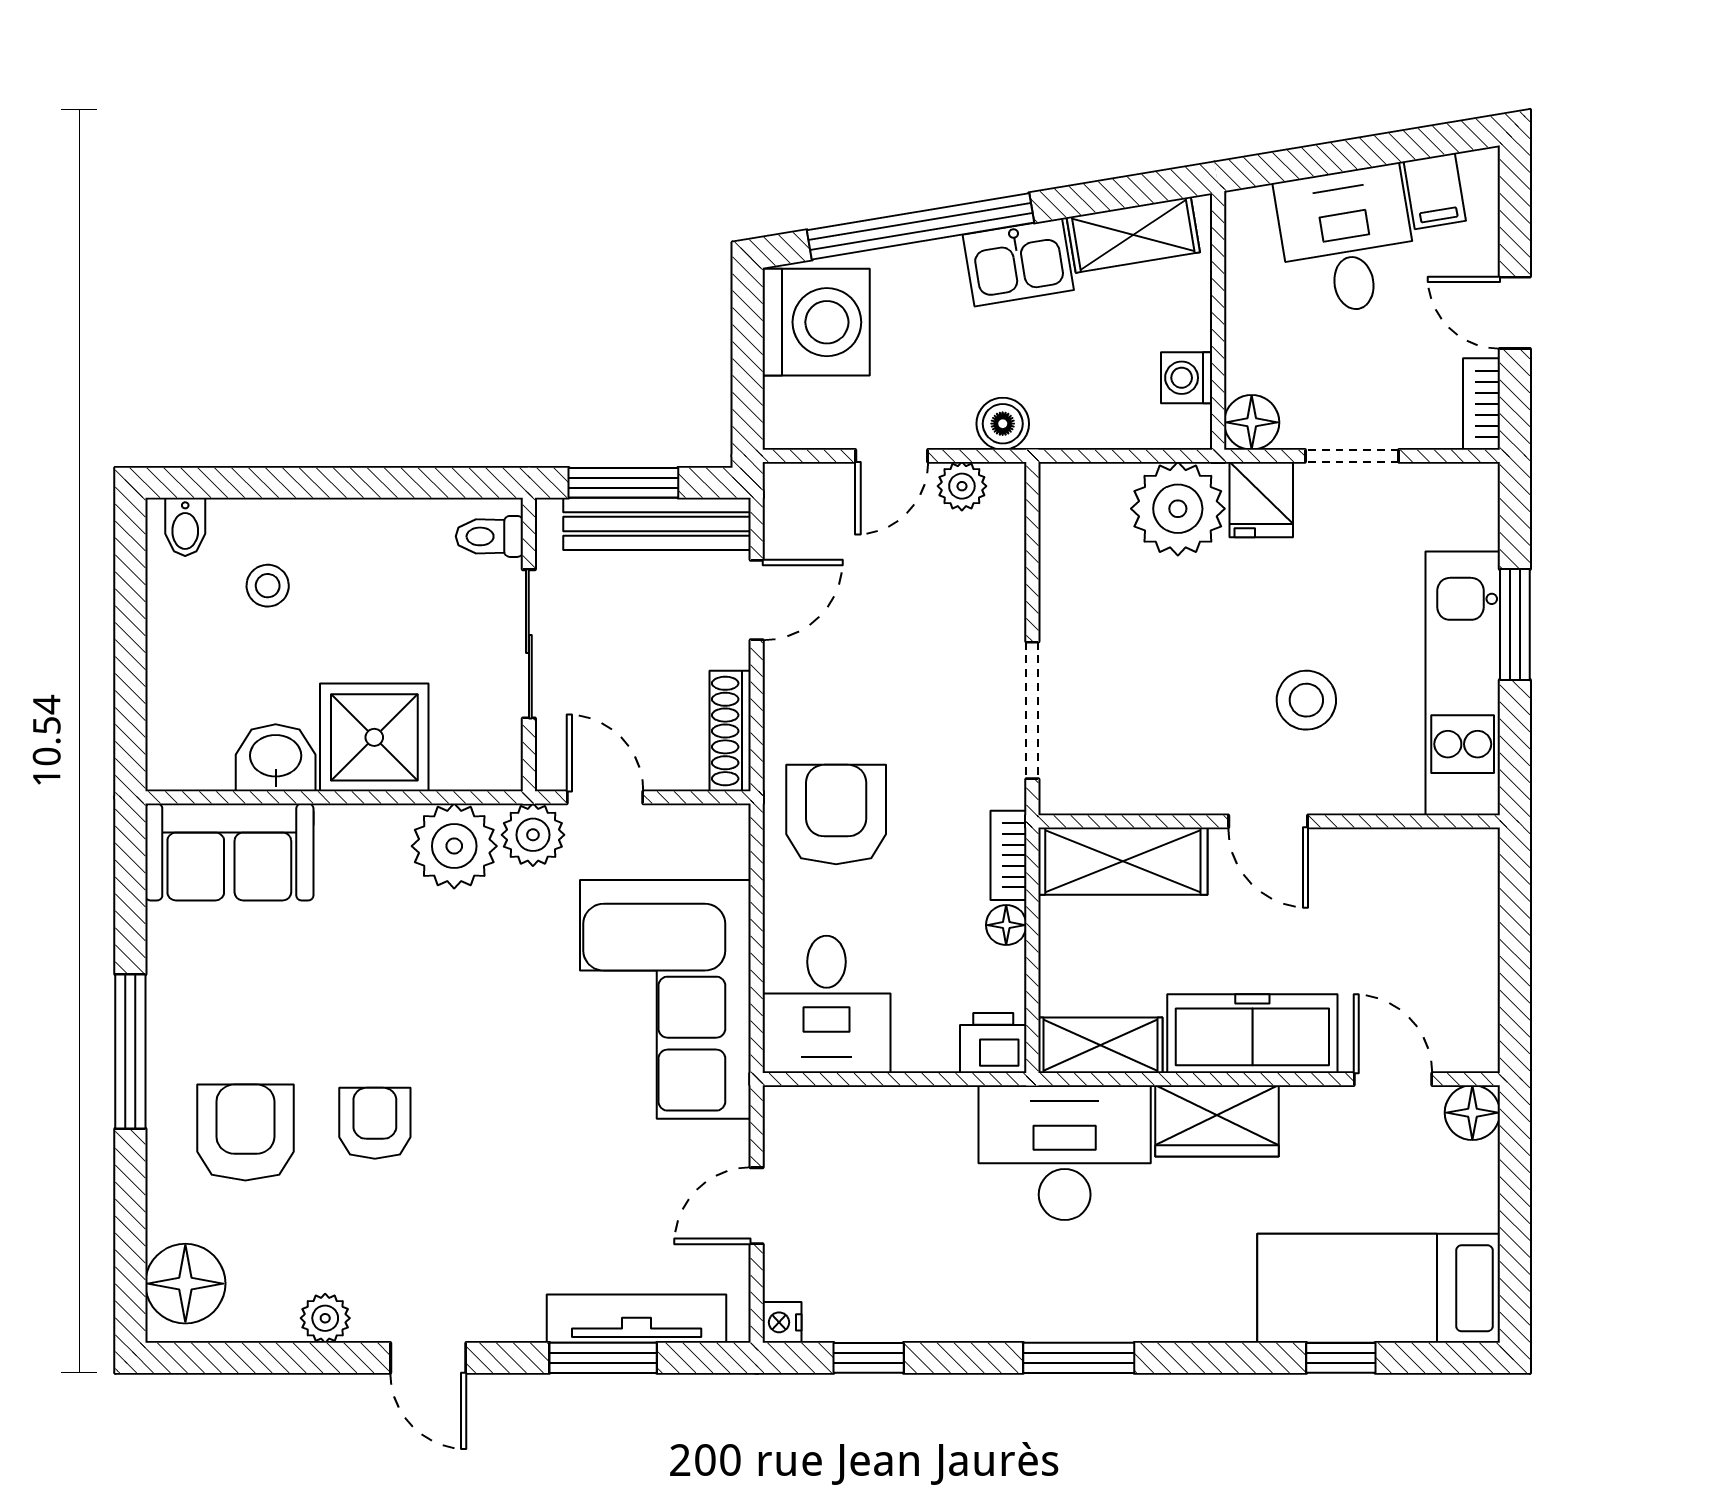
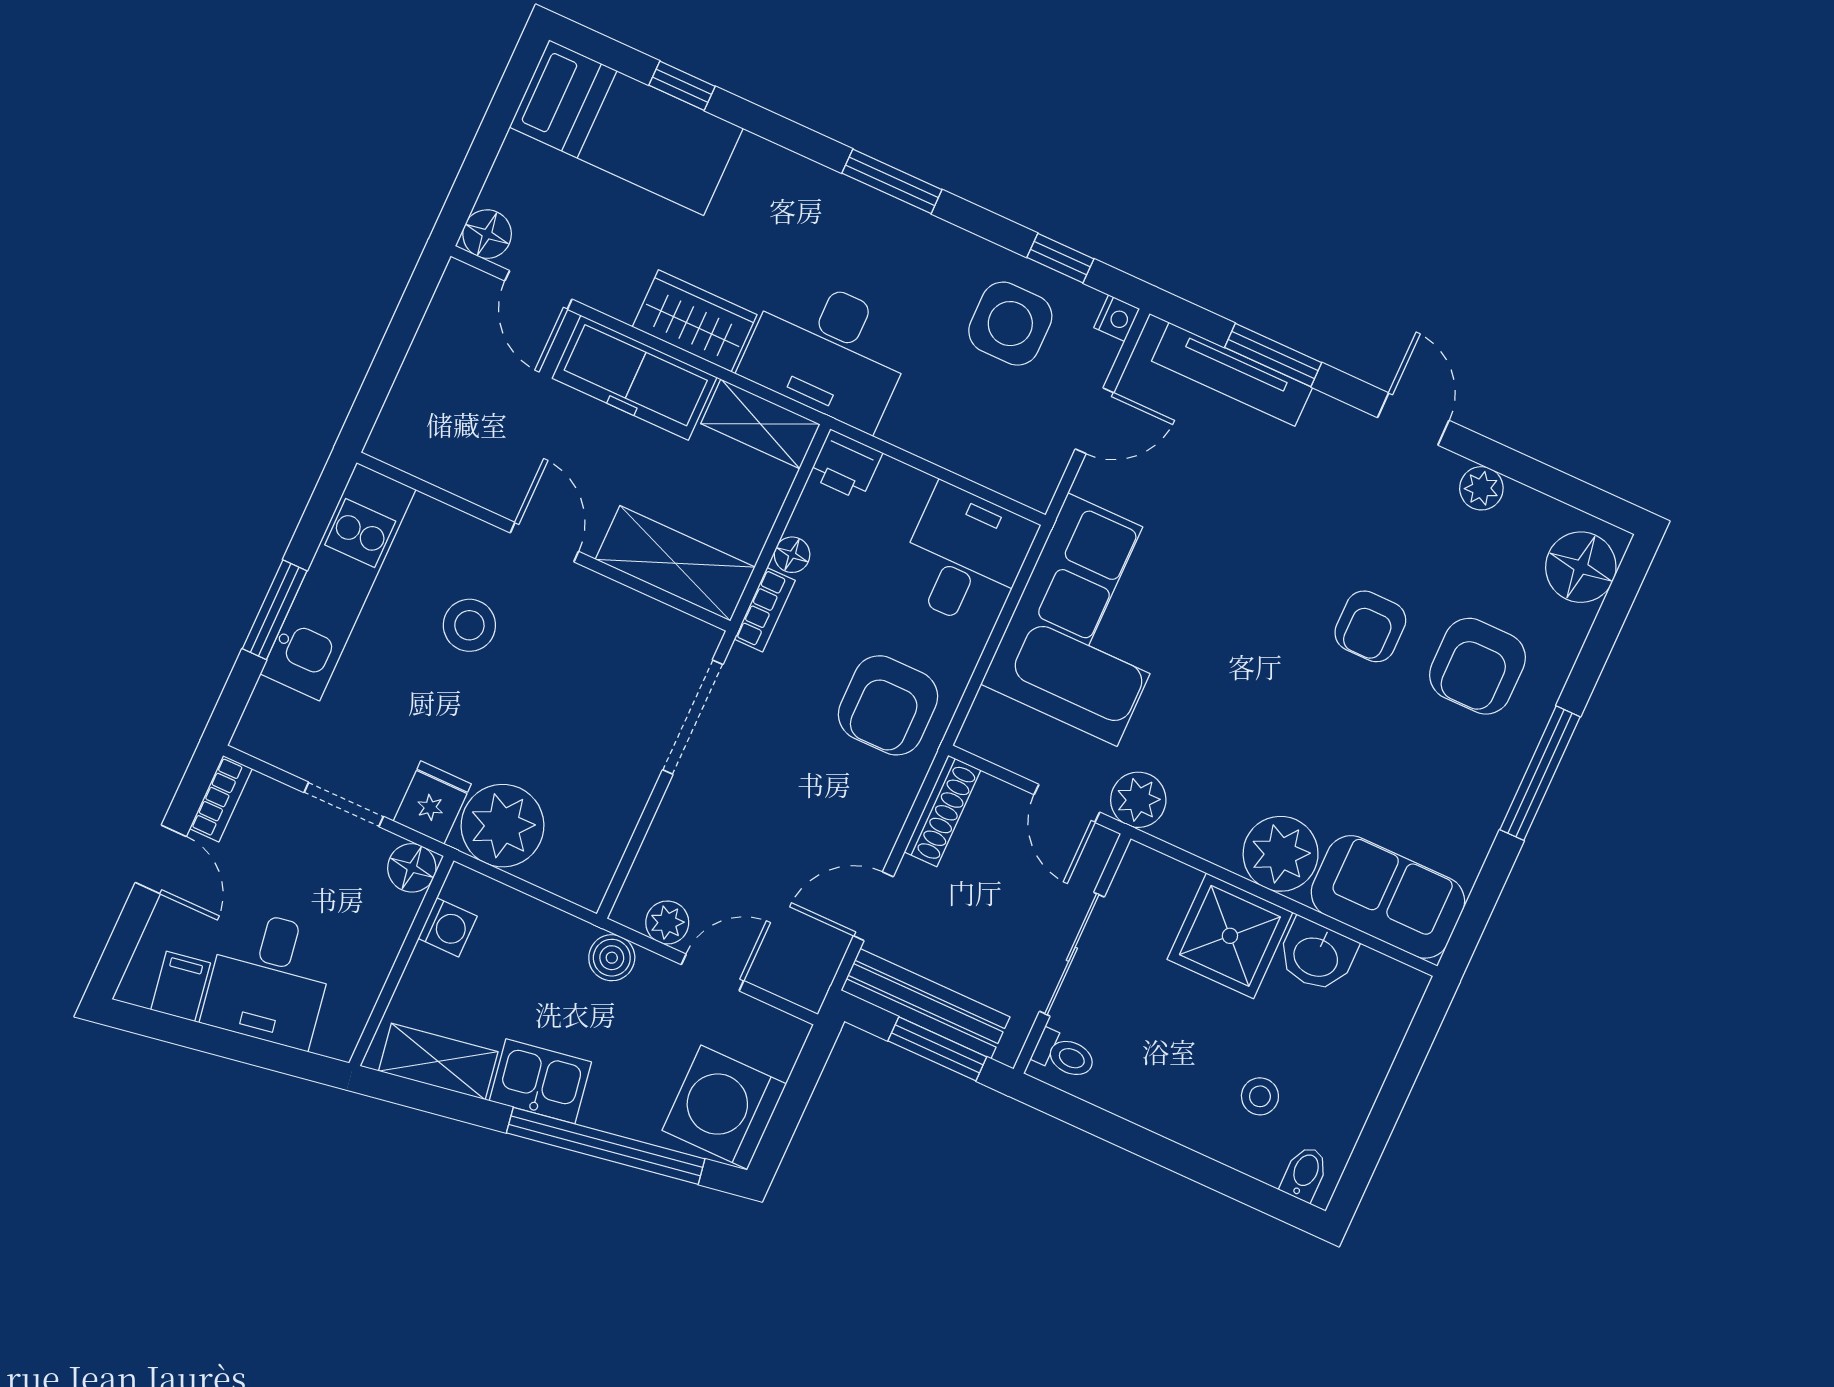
plant: (454, 846) -> (1281, 854), moved
side table: (890, 1267) -> (1010, 324), added

